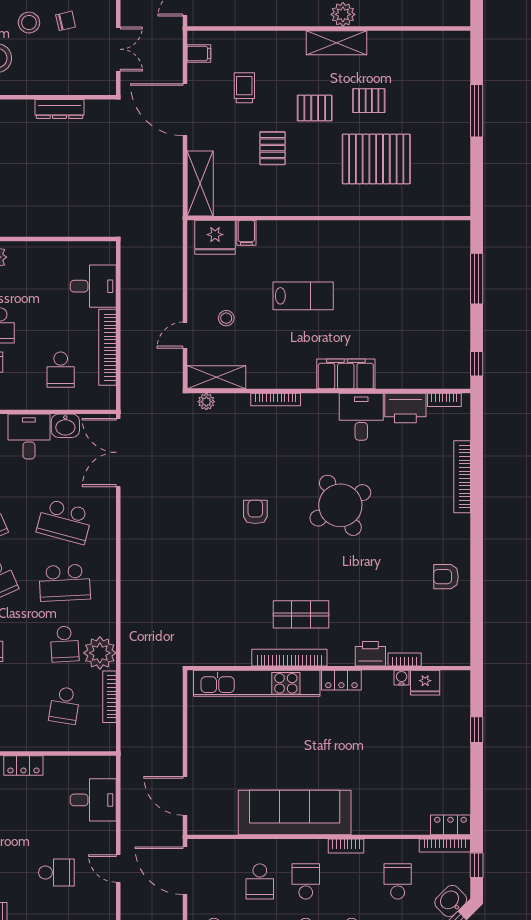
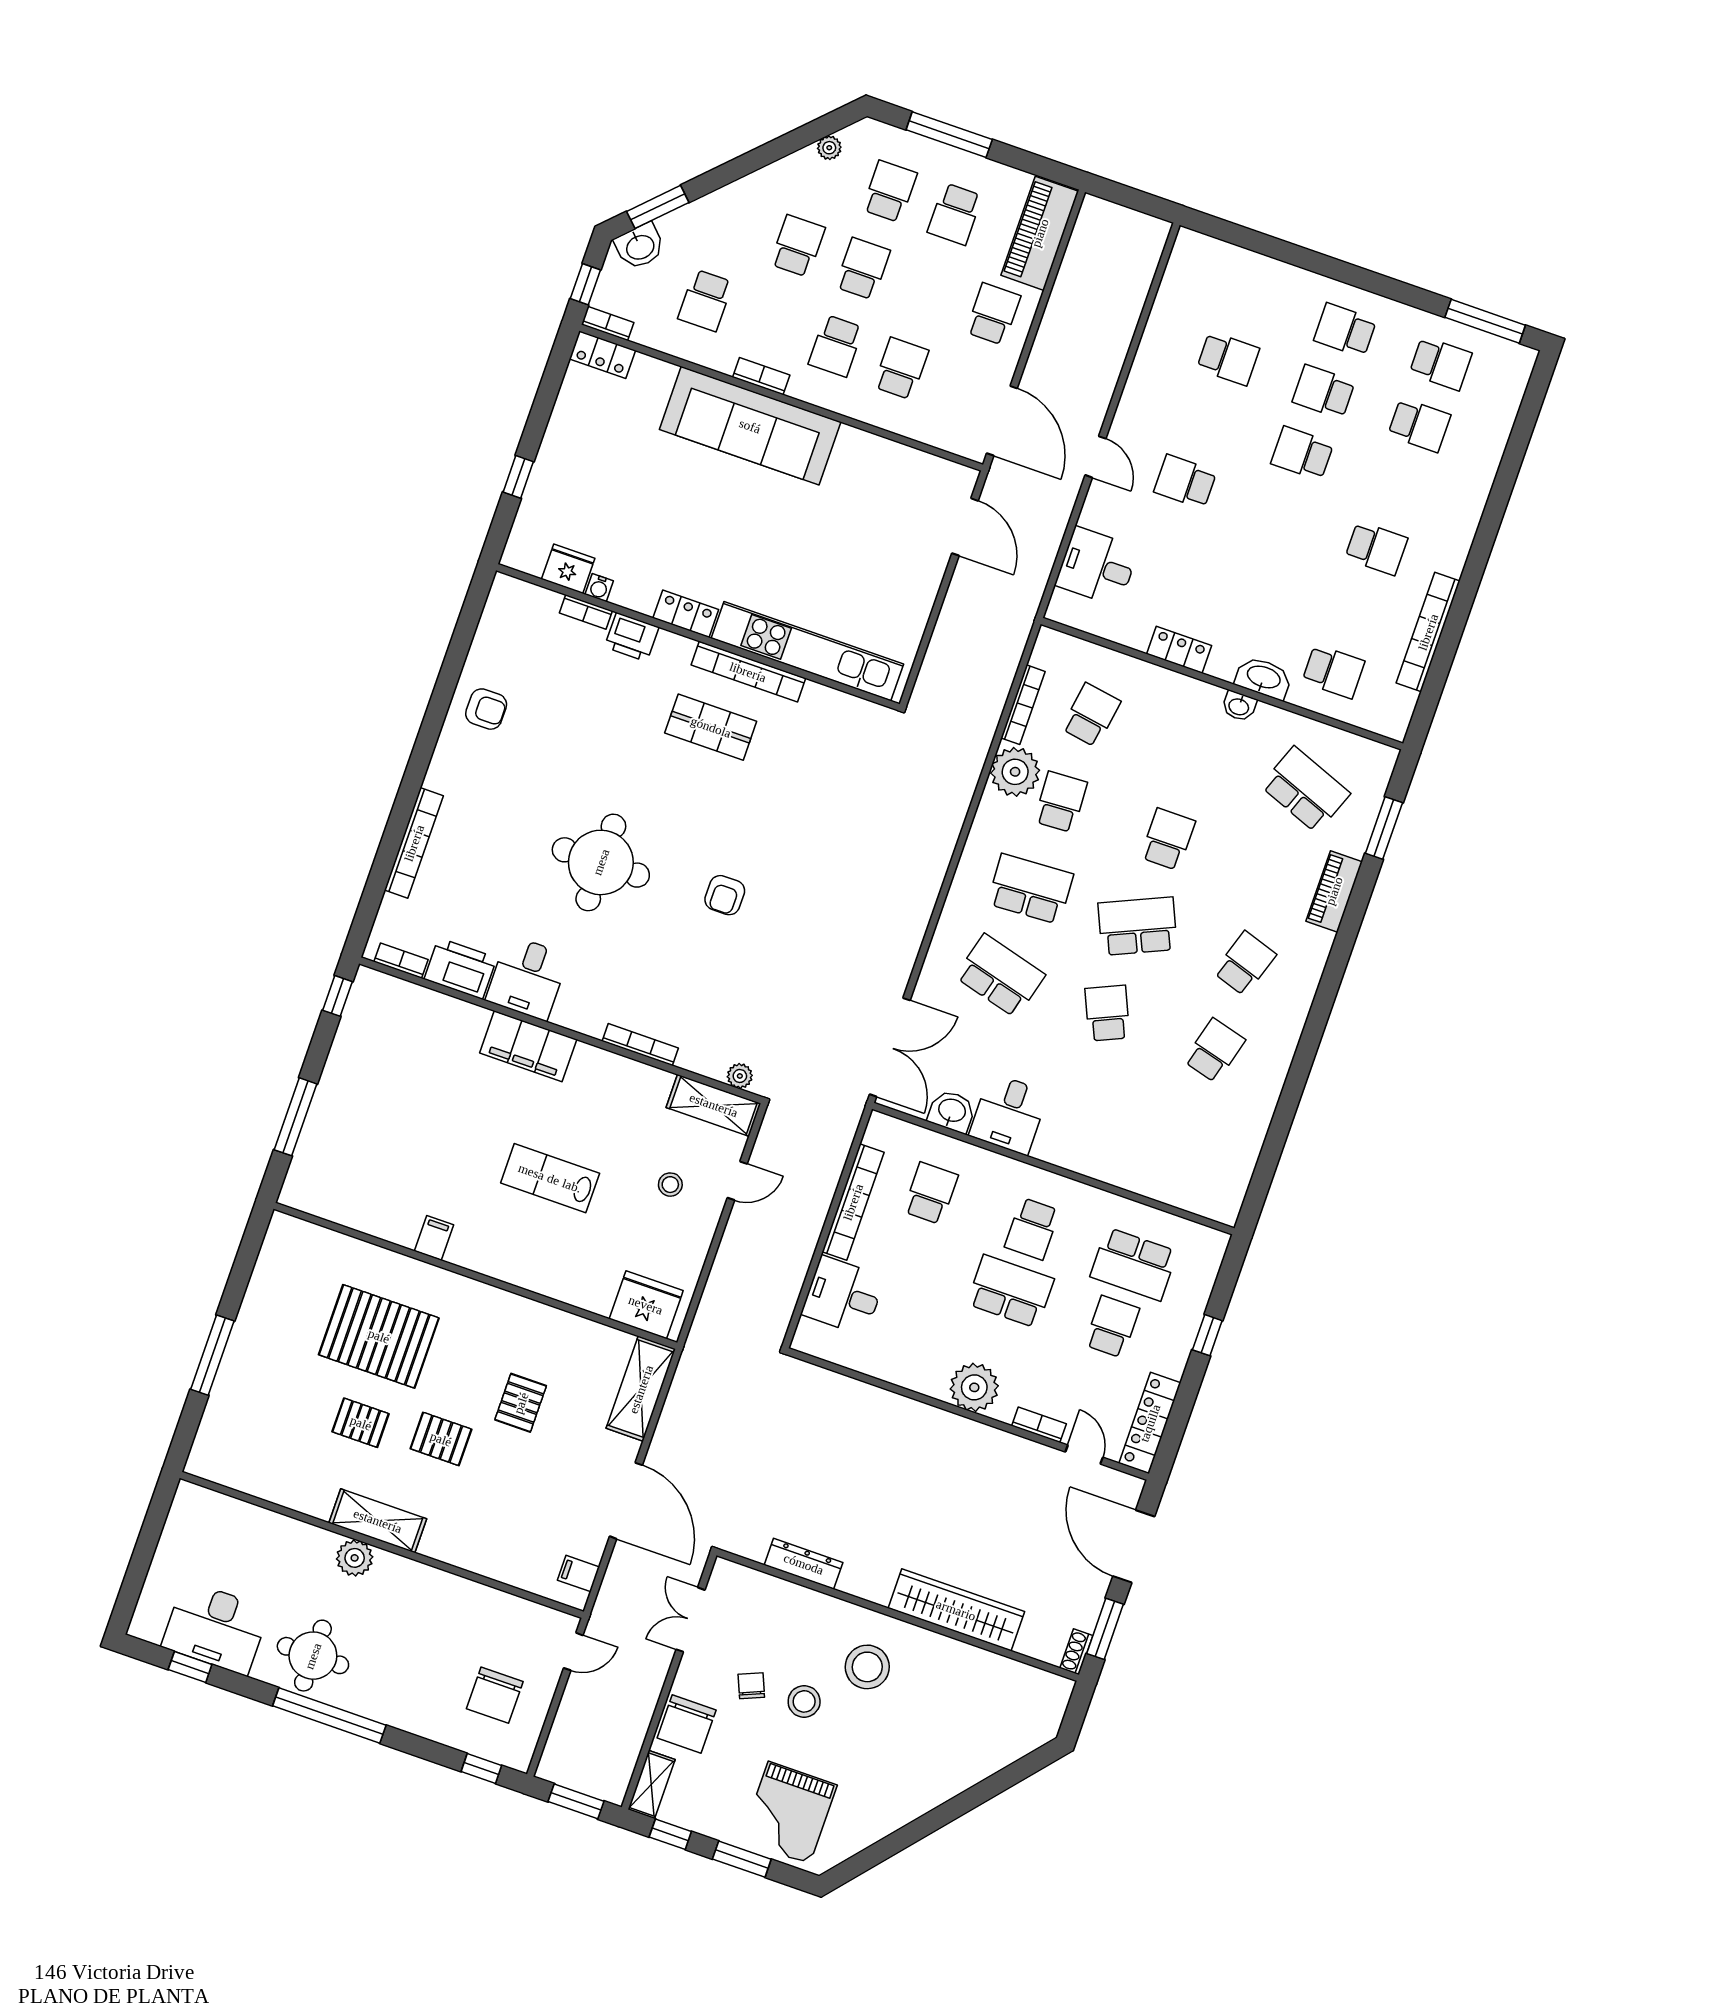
chair: (66, 21) -> (751, 1686), turned 80
trolley: (244, 88) -> (531, 1503), removed
filing cabinet: (246, 233) -> (434, 1238), moved
round table: (340, 505) -> (601, 862), turned 30
sofa: (295, 813) -> (750, 426), moved
bookcase: (445, 846) -> (608, 323), width x0.64

